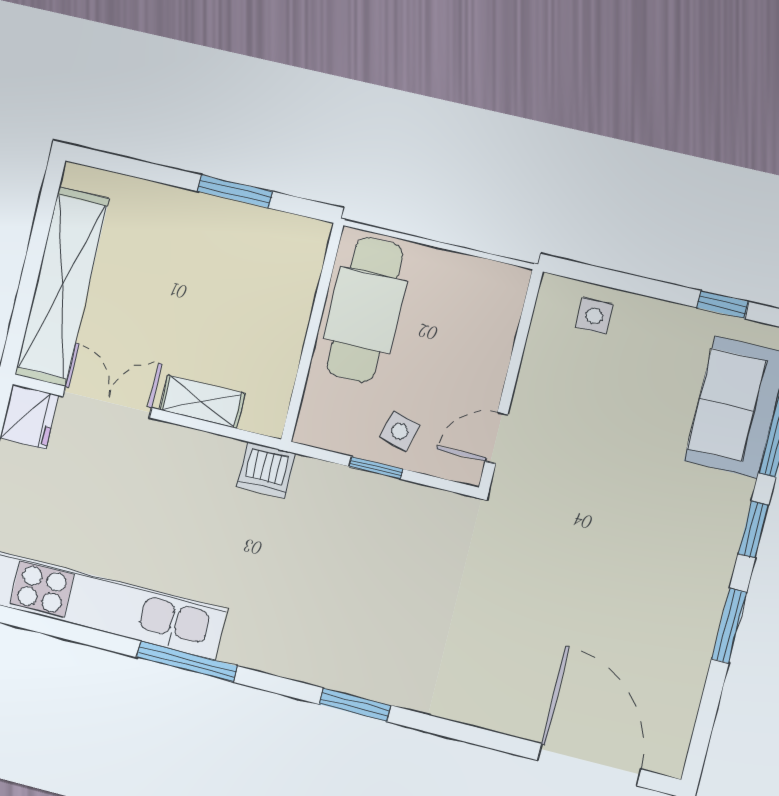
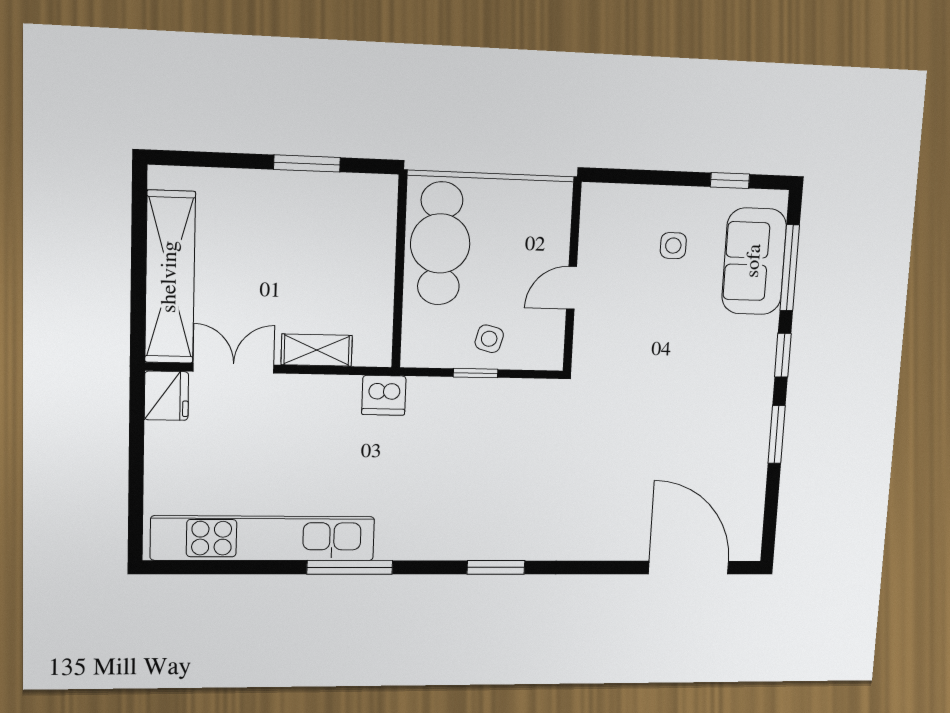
side table: (594, 316) -> (673, 246), moved
door: (496, 438) -> (571, 288), moved

